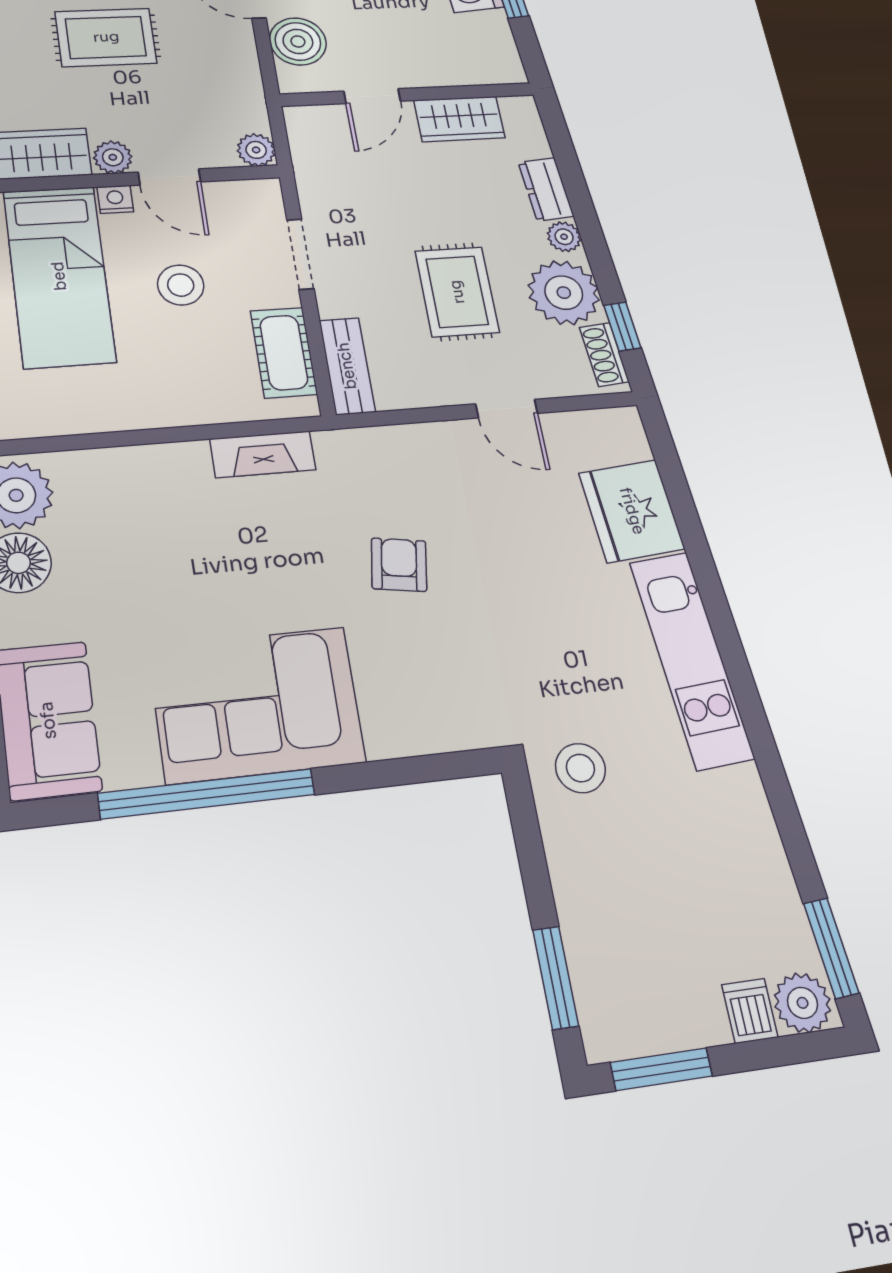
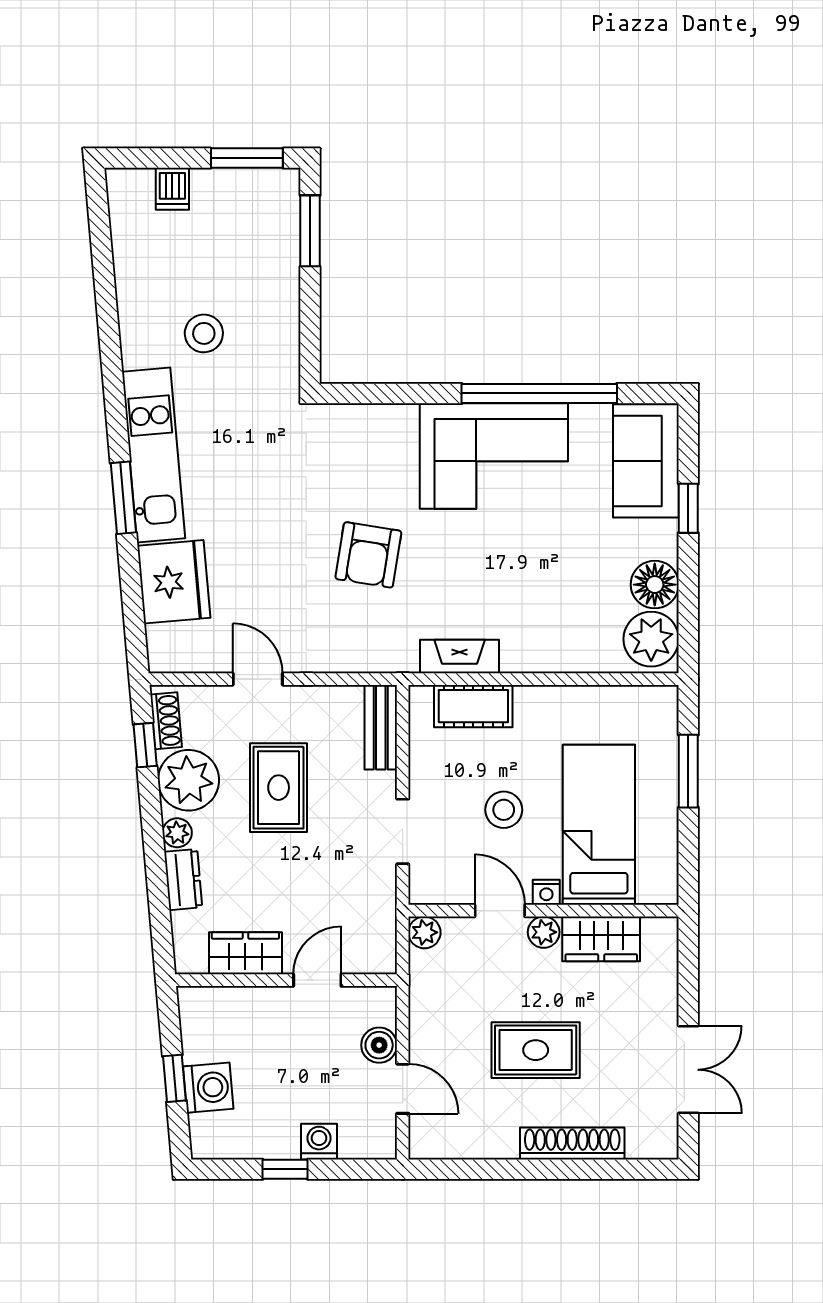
boiler: (298, 41) -> (379, 1045), width x0.73, depth x0.73
cot: (284, 352) -> (473, 706), moved, turned 90
armchair: (399, 565) -> (368, 555), width x1.38, depth x1.38
stool: (580, 768) -> (204, 333), moved
window: (831, 948) -> (123, 498), moved
plant: (803, 1003) -> (131, 189), removed

